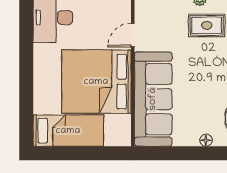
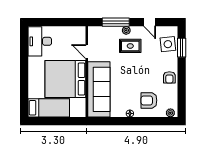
door: (133, 35) -> (87, 52), hinge flipped

